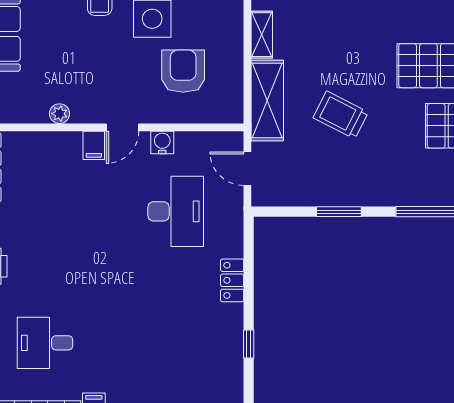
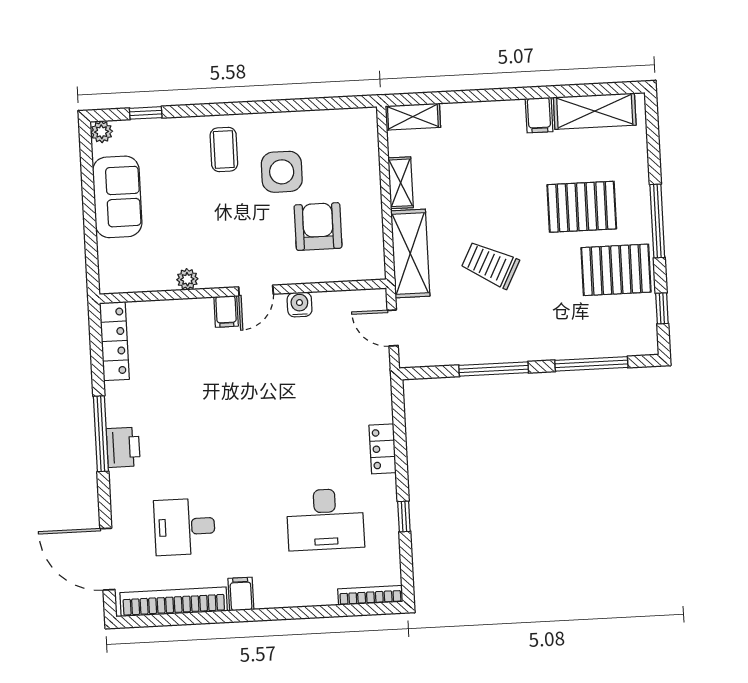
desk: (176, 211) -> (325, 519), moved, turned 90
window: (339, 212) -> (494, 369), width x1.44

